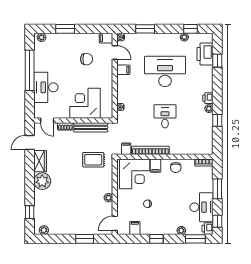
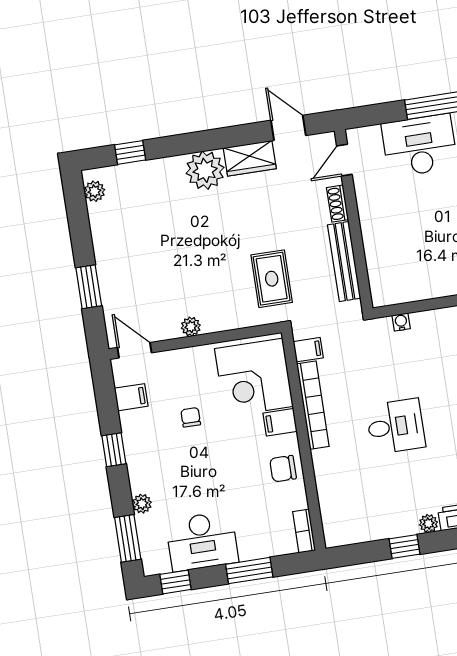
corner desk: (85, 103) -> (397, 240), removed
printer: (208, 229) -> (155, 563), removed

